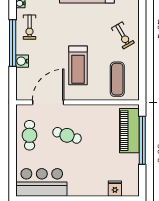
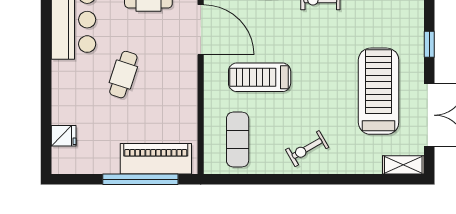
exercise mat: (117, 79) -> (238, 140), turned 90
cafe table: (67, 135) -> (123, 75), moved

